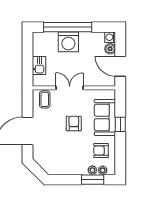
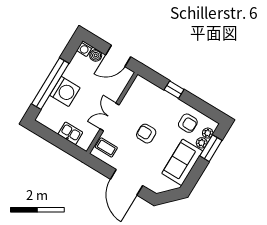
sofa: (105, 117) -> (182, 162), moved, turned 90
armchair: (101, 150) -> (188, 123), turned -90

